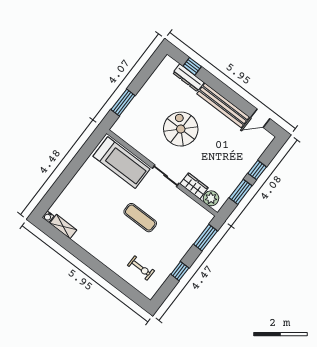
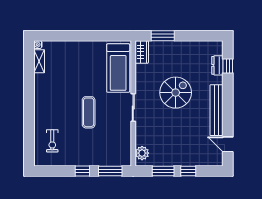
dresser: (189, 78) -> (217, 65), width x0.70
wardrobe: (194, 186) -> (142, 52), moved
window: (180, 271) -> (82, 171), moved

